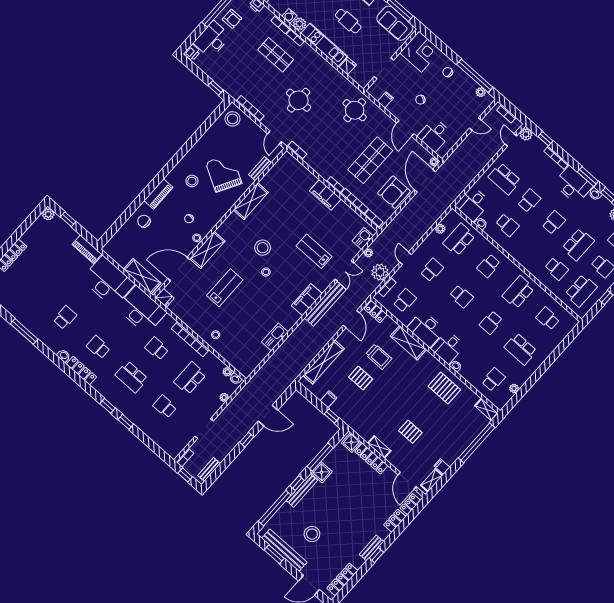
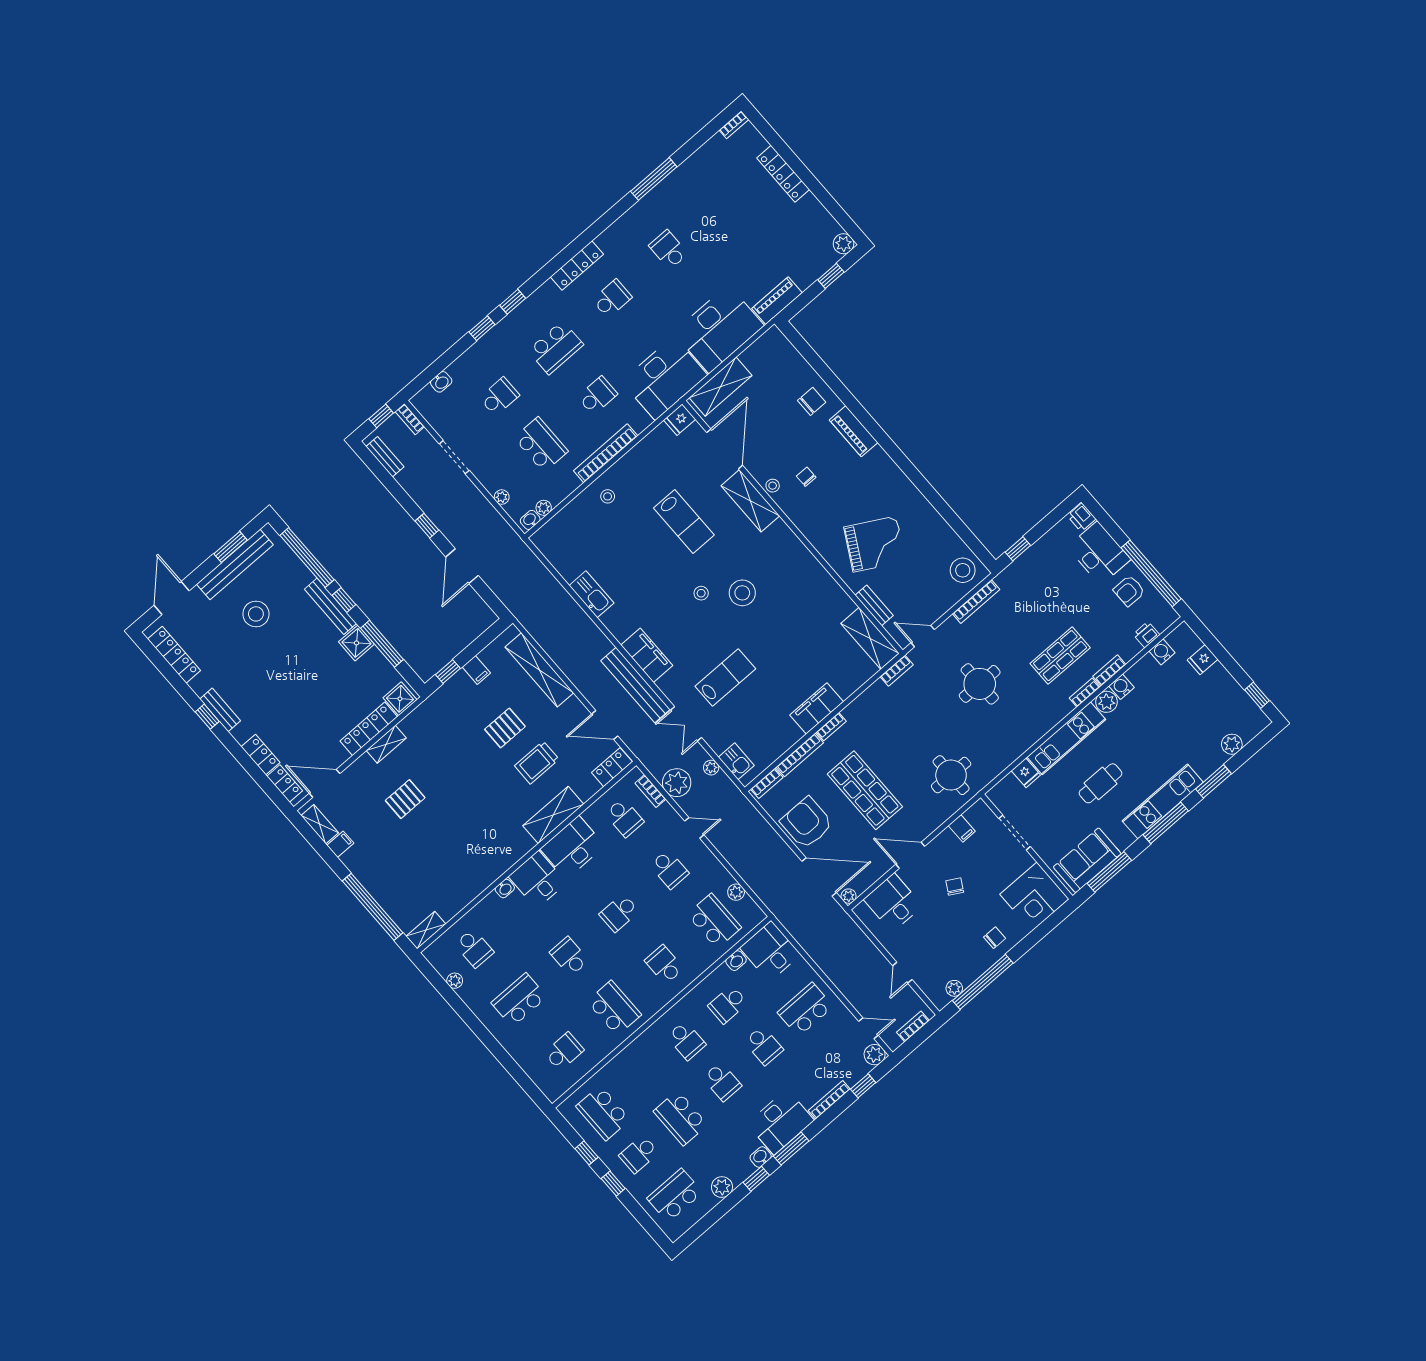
stool: (192, 181) -> (868, 490), removed
shelving: (251, 201) -> (870, 638), moved
school desk: (557, 269) -> (686, 1041), moved, turned -90
school desk: (65, 317) -> (668, 250), turned 180
washbasin: (64, 356) -> (441, 382), moved
school desk: (132, 377) -> (556, 348), turned 180
pallet: (444, 388) -> (471, 865), removed

